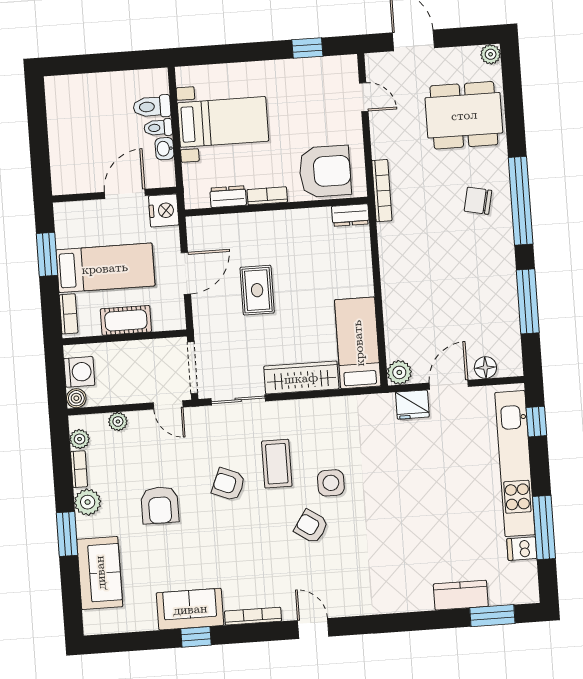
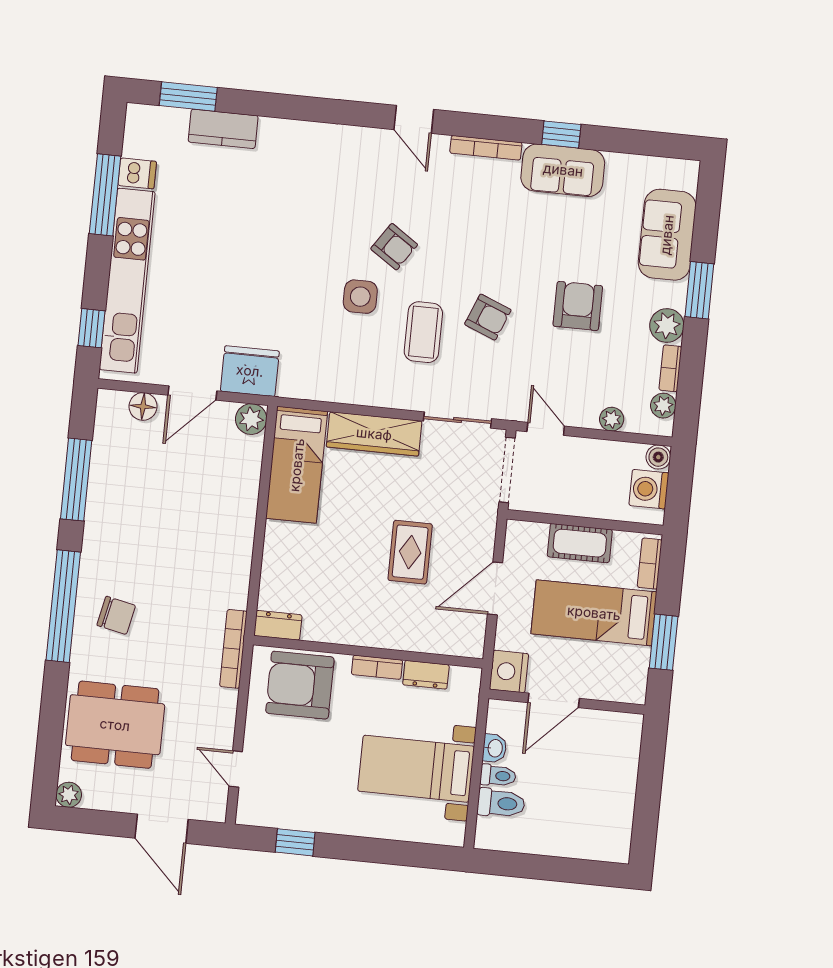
fridge: (412, 405) -> (250, 371), width x1.36, depth x1.34

